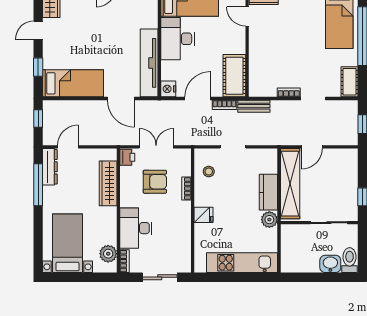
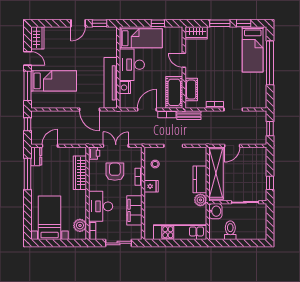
door: (247, 17) -> (184, 60), moved
door: (38, 30) -> (28, 58), swing flipped
window: (38, 67) -> (28, 86), width x2.17
cot: (349, 82) -> (191, 90), moved
bed: (73, 83) -> (54, 81), moved
nightstand: (168, 89) -> (125, 88), moved
dresser: (50, 167) -> (36, 156), width x0.70
armchair: (155, 182) -> (115, 172), turned -90
fridge: (204, 215) -> (151, 186), moved
filing cabinet: (181, 234) -> (134, 210), added
toilet: (350, 260) -> (230, 230), moved
washbasin: (330, 264) -> (215, 211), moved, turned 90

